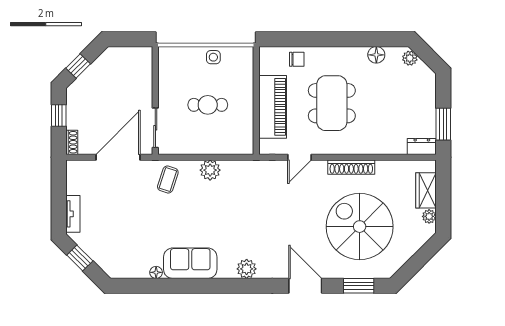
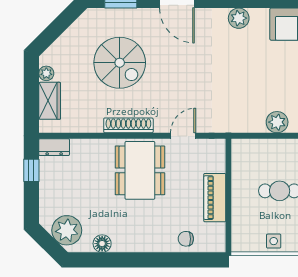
plant: (410, 58) -> (67, 230), width x1.88, depth x1.88
dining table: (332, 103) -> (140, 170), moved
piano: (273, 107) -> (215, 198), width x0.73, depth x0.75
window: (443, 124) -> (31, 170), width x0.67
spiral stairs: (360, 227) -> (120, 63), width x0.73, depth x0.73

